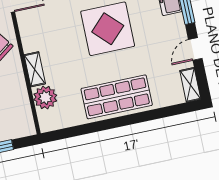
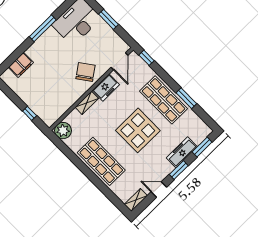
freezer: (31, 34) -> (106, 88), added
plant: (45, 97) -> (63, 131), moved

